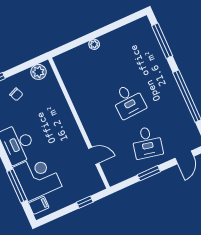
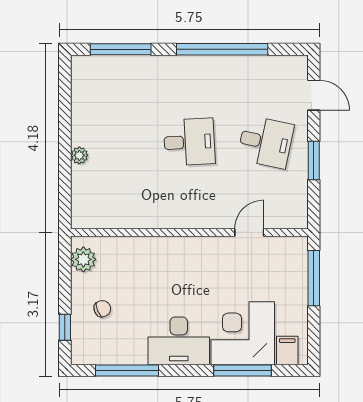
window: (85, 202) -> (314, 278), width x2.17

